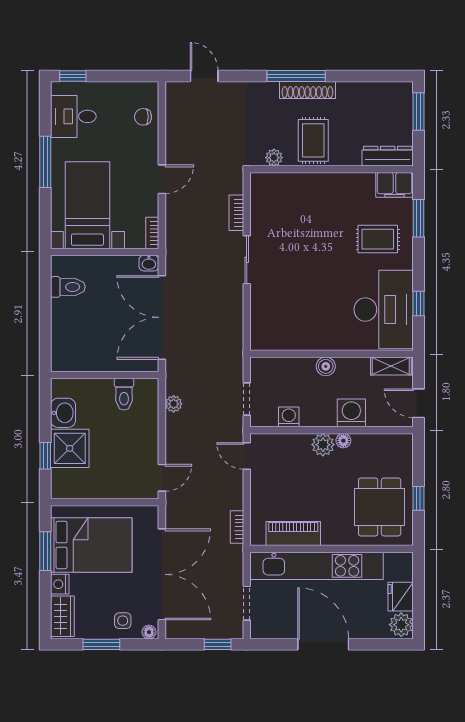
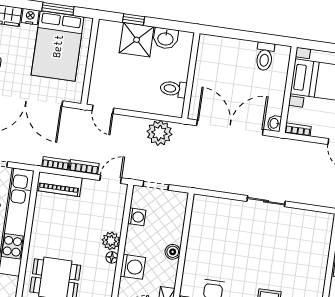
bookcase: (236, 213) -> (84, 167), moved
plant: (174, 404) -> (159, 133), width x1.87, depth x1.87
piano: (293, 534) -> (59, 184), moved, turned 90

